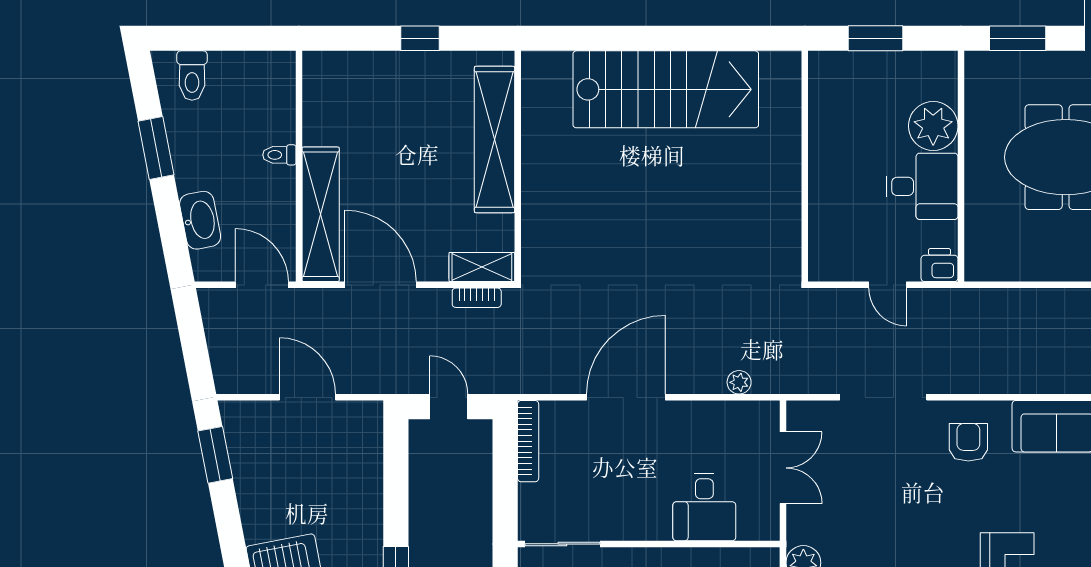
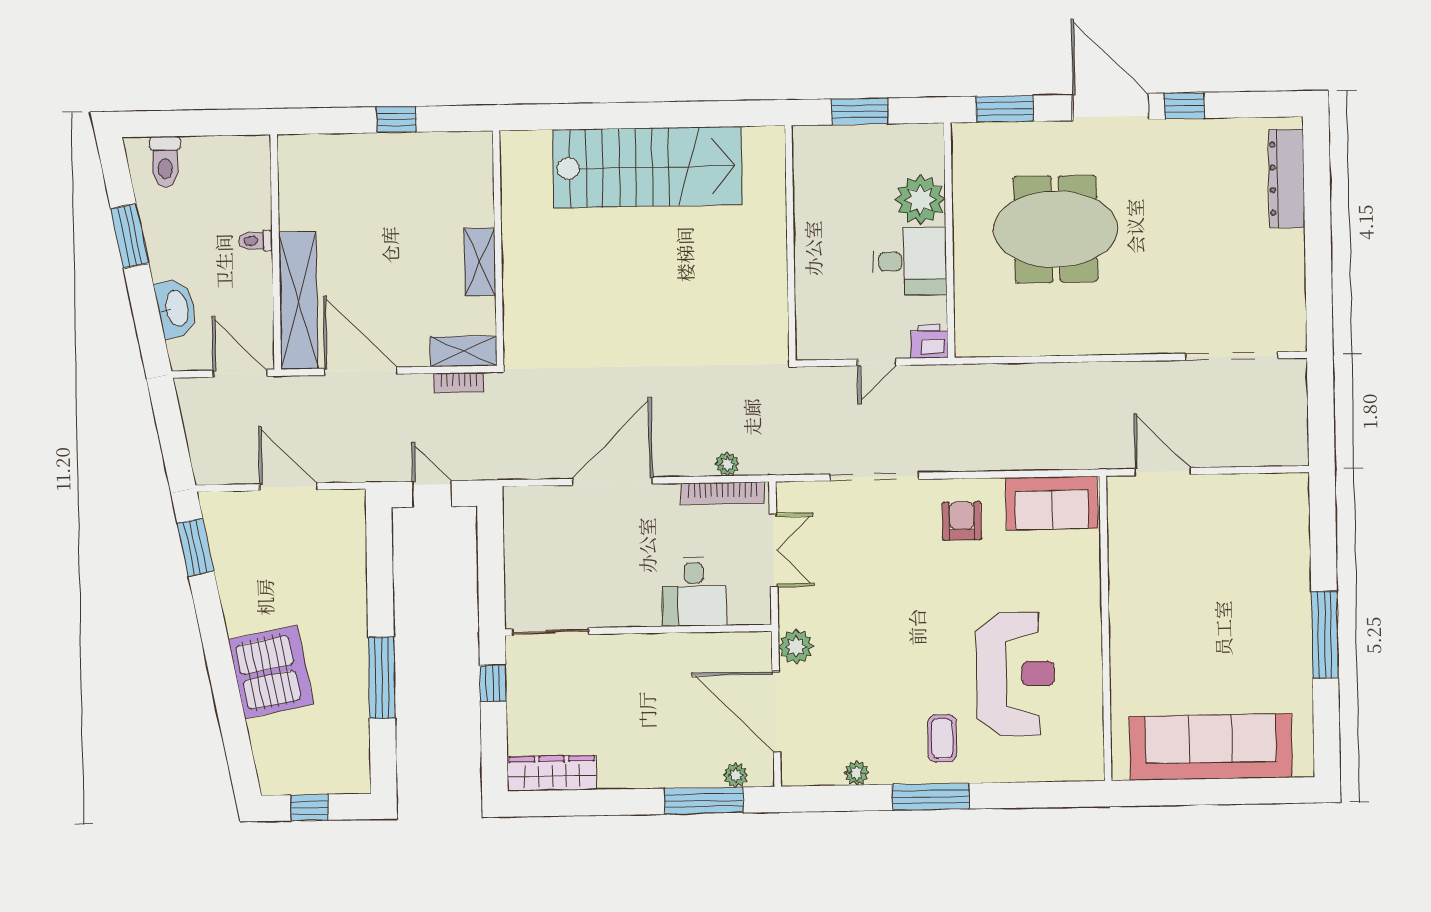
shelving: (494, 140) -> (480, 262), width x0.45, depth x0.75
door: (888, 285) -> (877, 362), hinge flipped
bookcase: (528, 441) -> (723, 493), moved, turned 90

